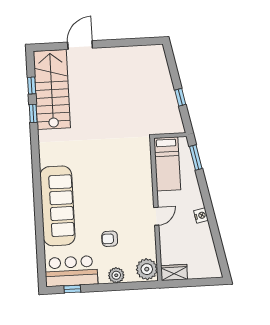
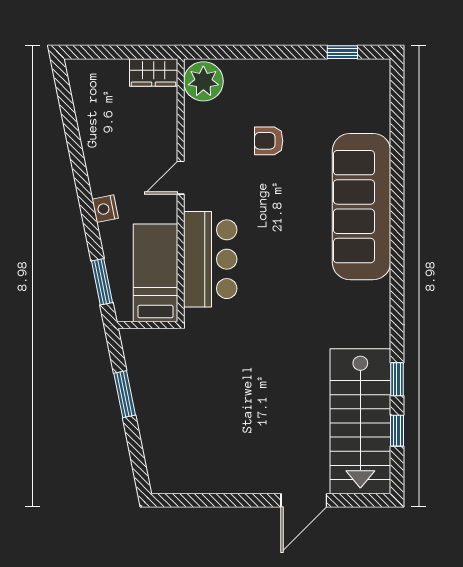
window: (180, 97) -> (125, 394), width x1.50
nightstand: (201, 215) -> (105, 209), moved
armchair: (110, 239) -> (269, 141), turned 180
bar counter: (71, 271) -> (210, 259), moved, turned -90
plant: (116, 275) -> (260, 73), removed

